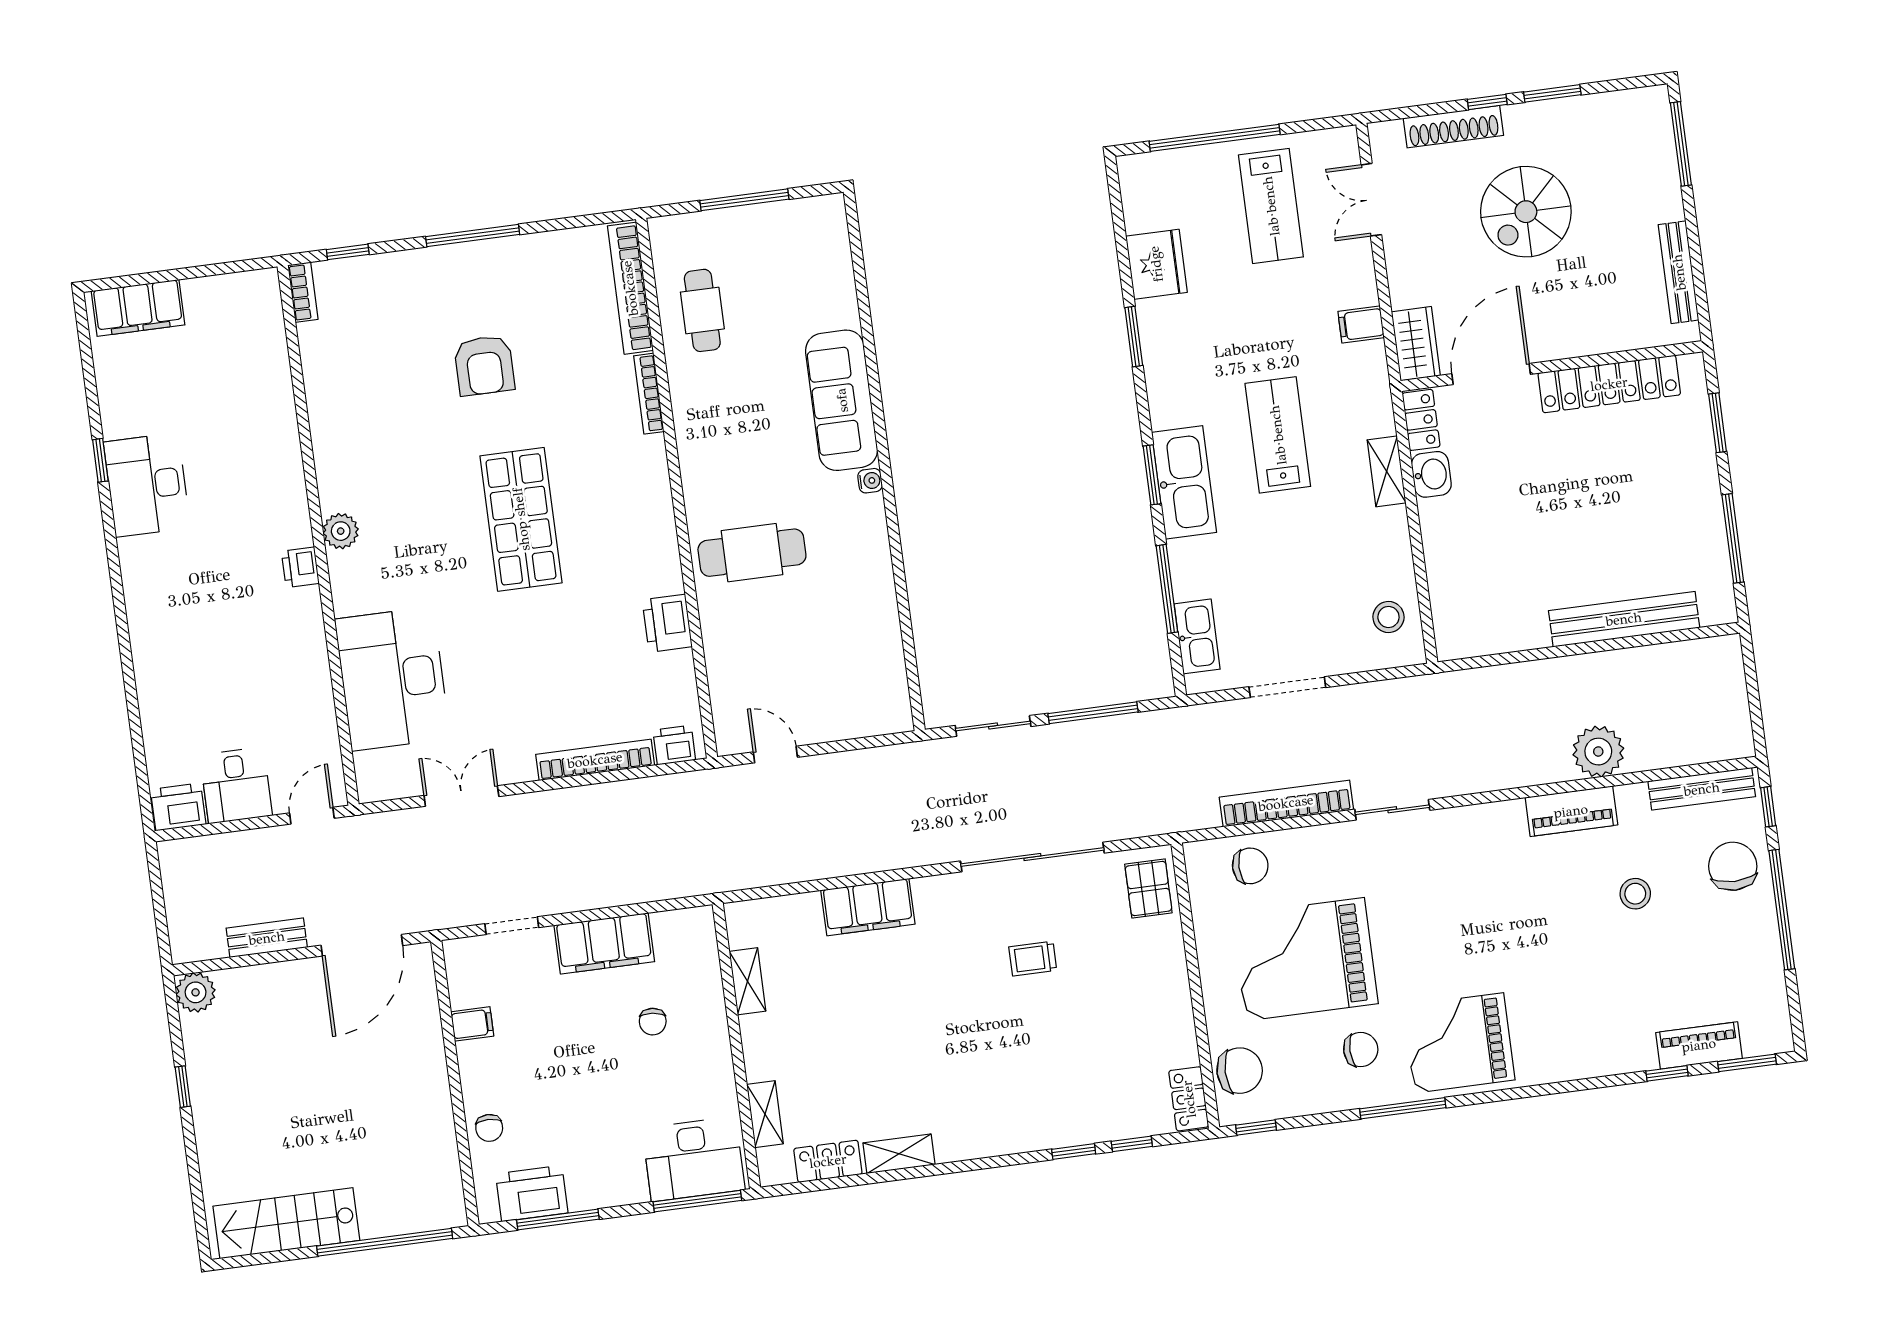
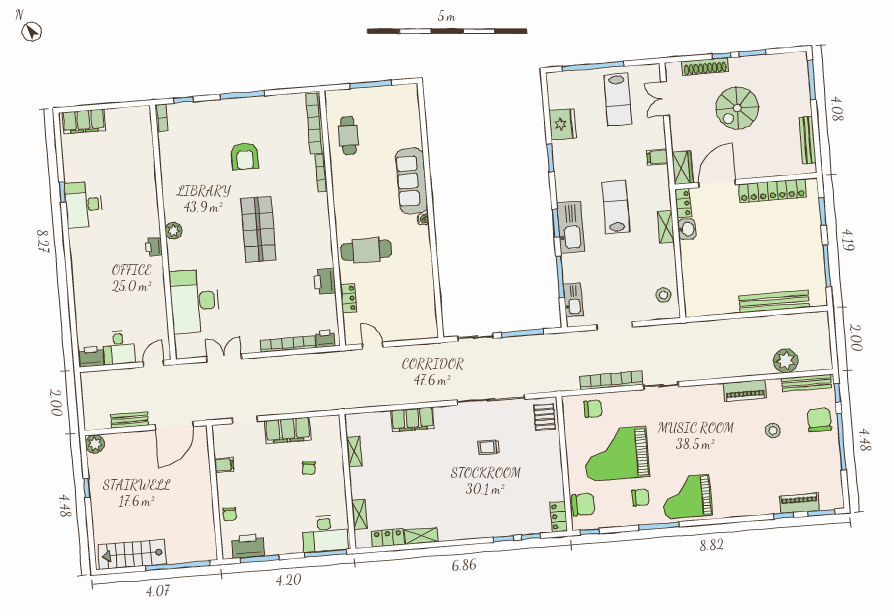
locker: (719, 657) -> (349, 298), added
plant: (1598, 752) -> (786, 361), moved

